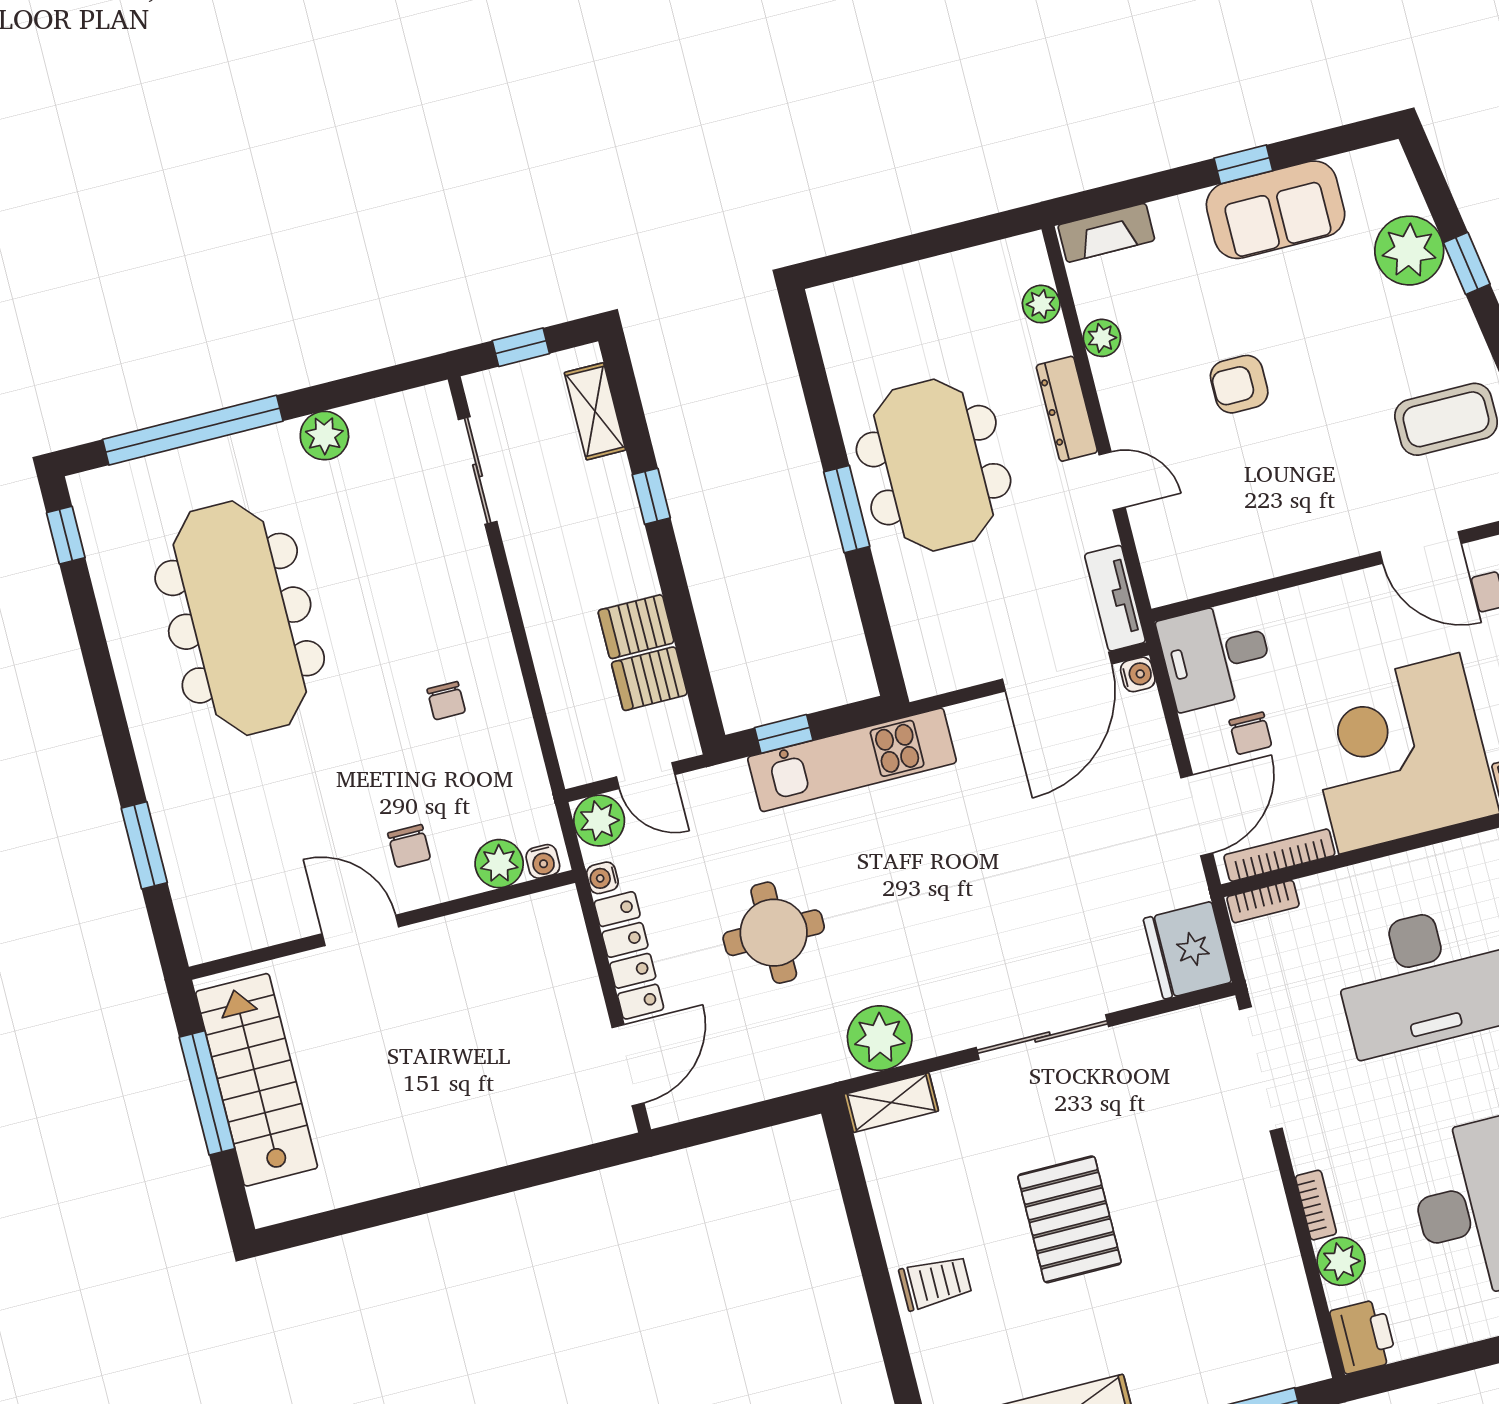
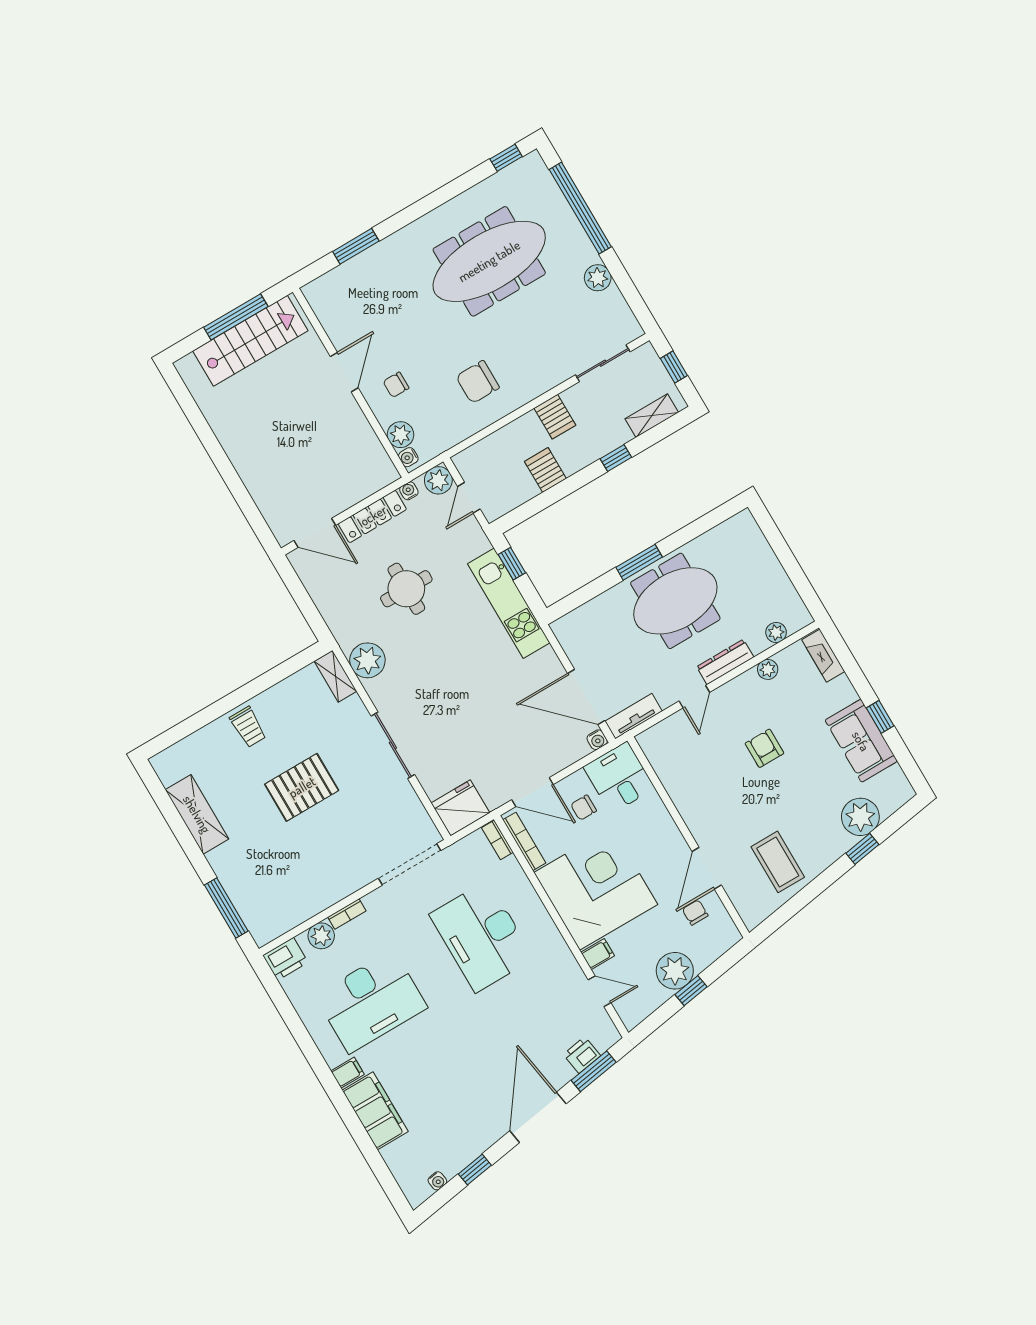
server rack: (649, 679) -> (555, 417), moved, turned 180
chair: (446, 701) -> (478, 382), width x1.87, depth x1.87

